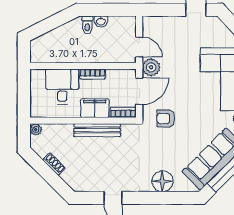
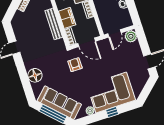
plant: (151, 67) -> (131, 36), moved

